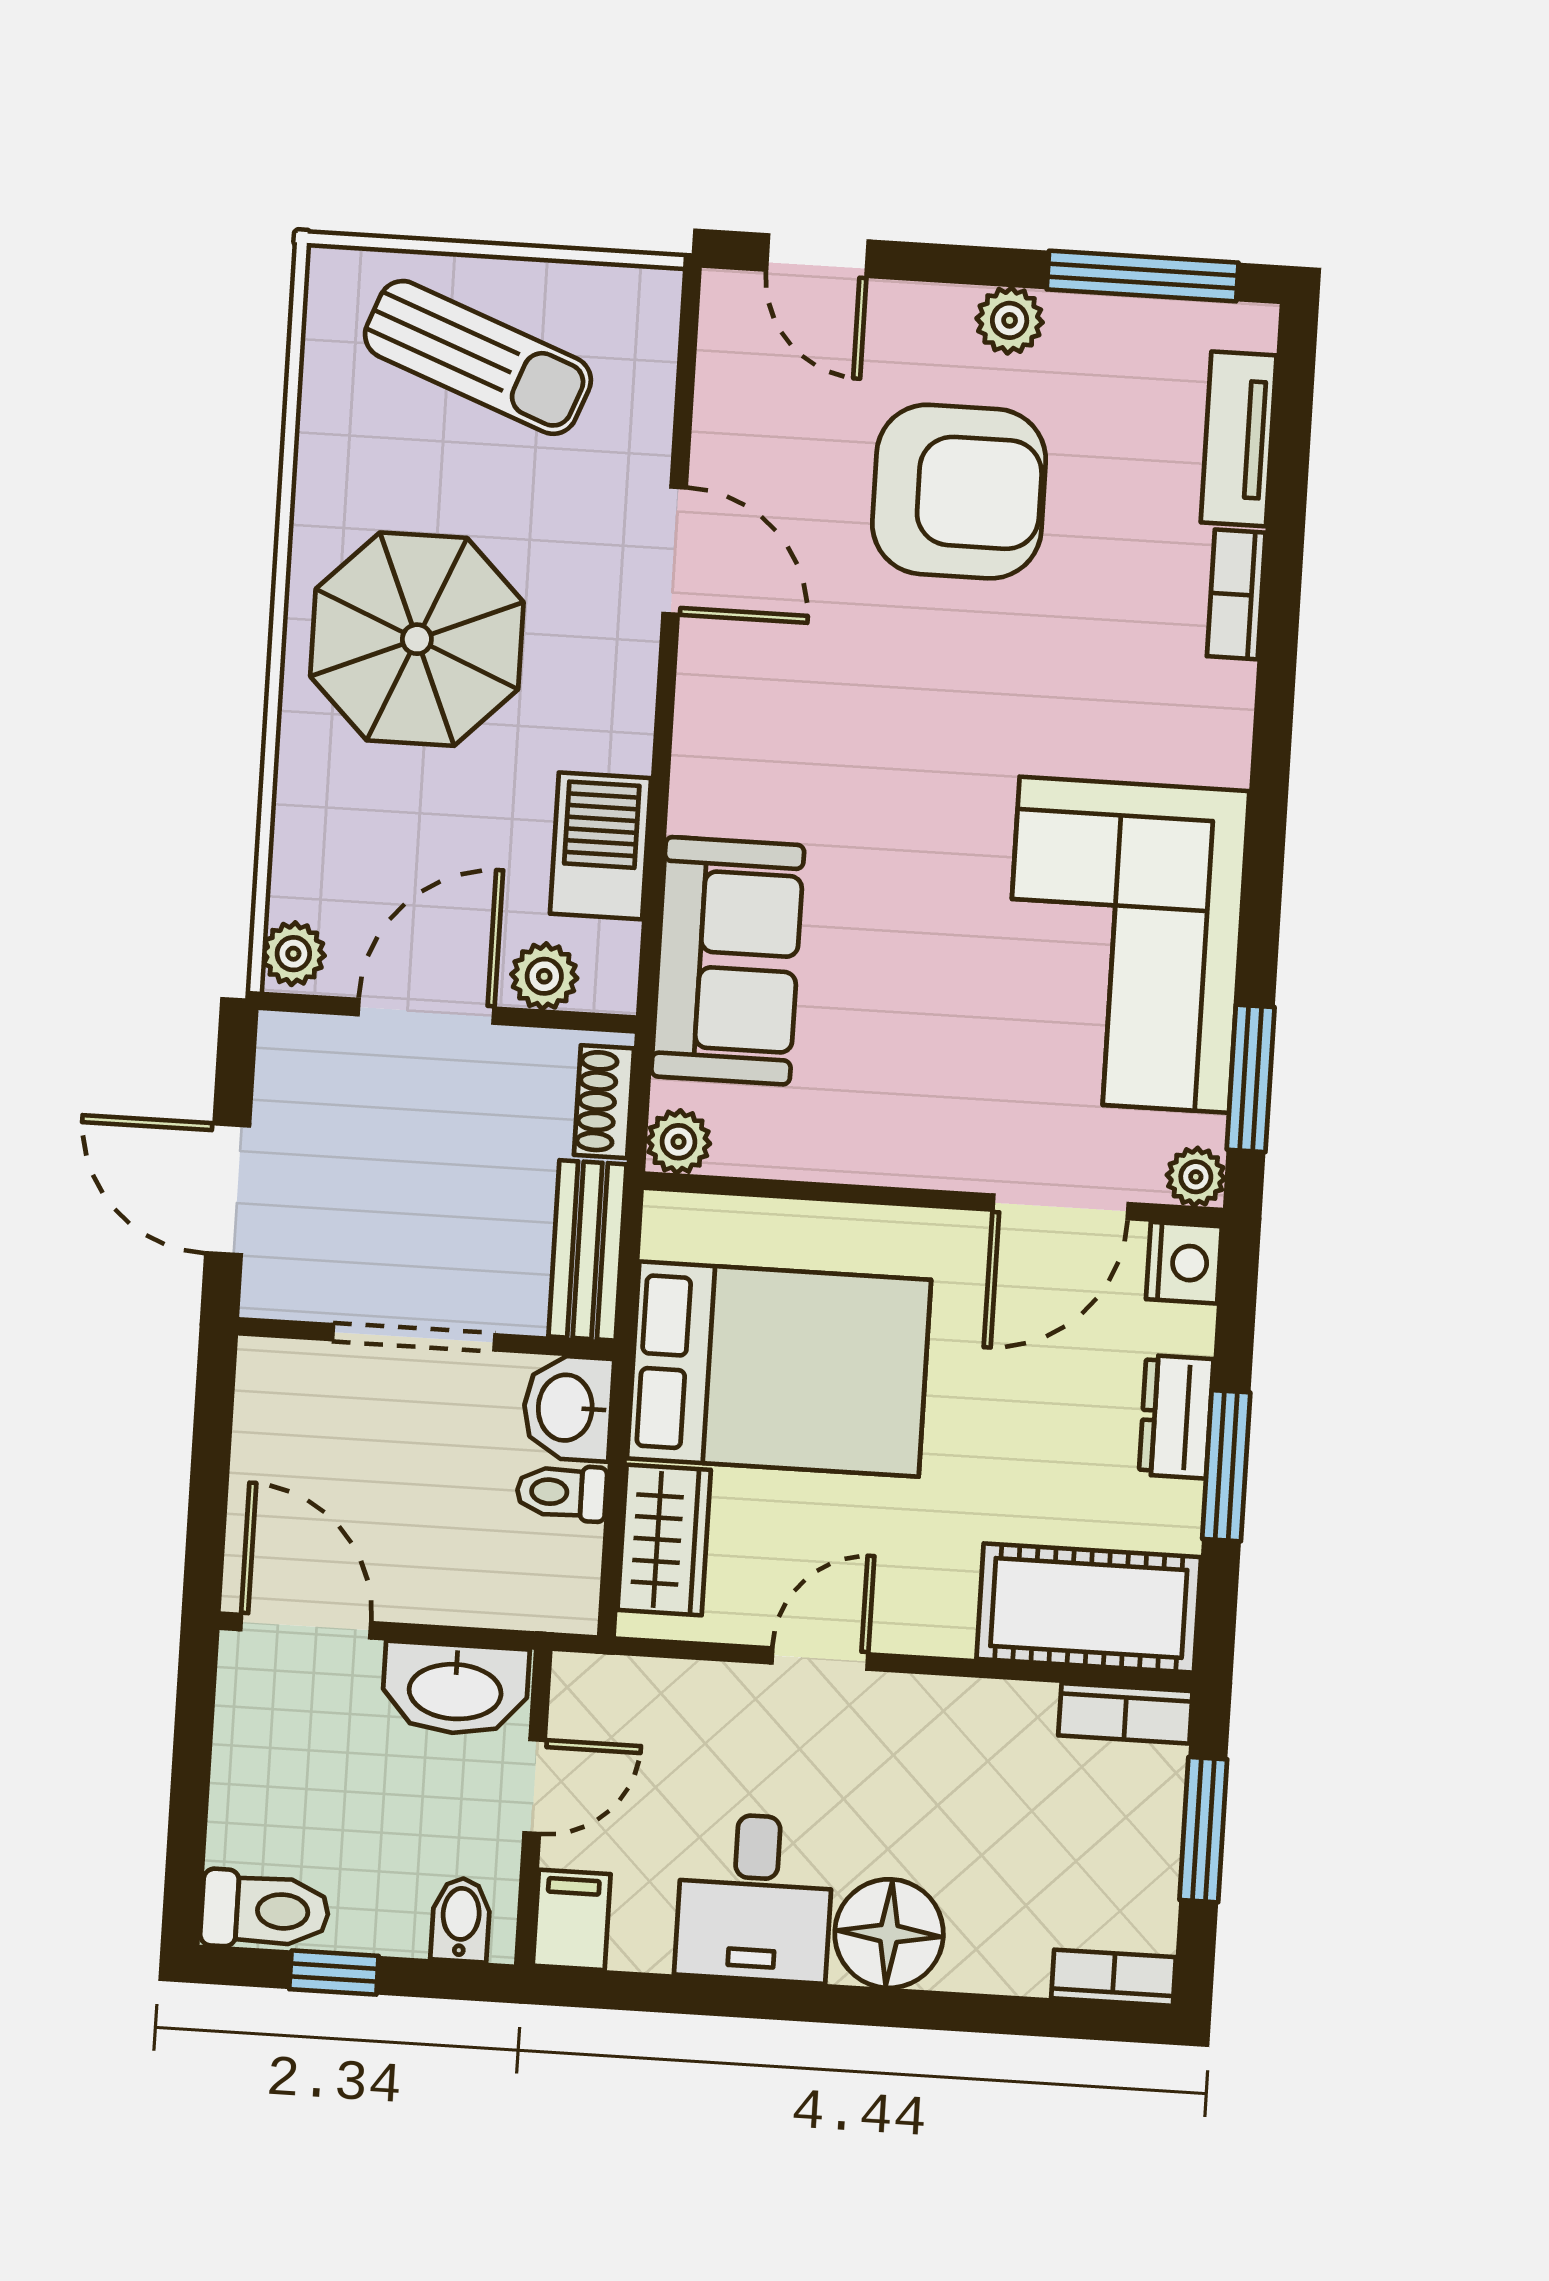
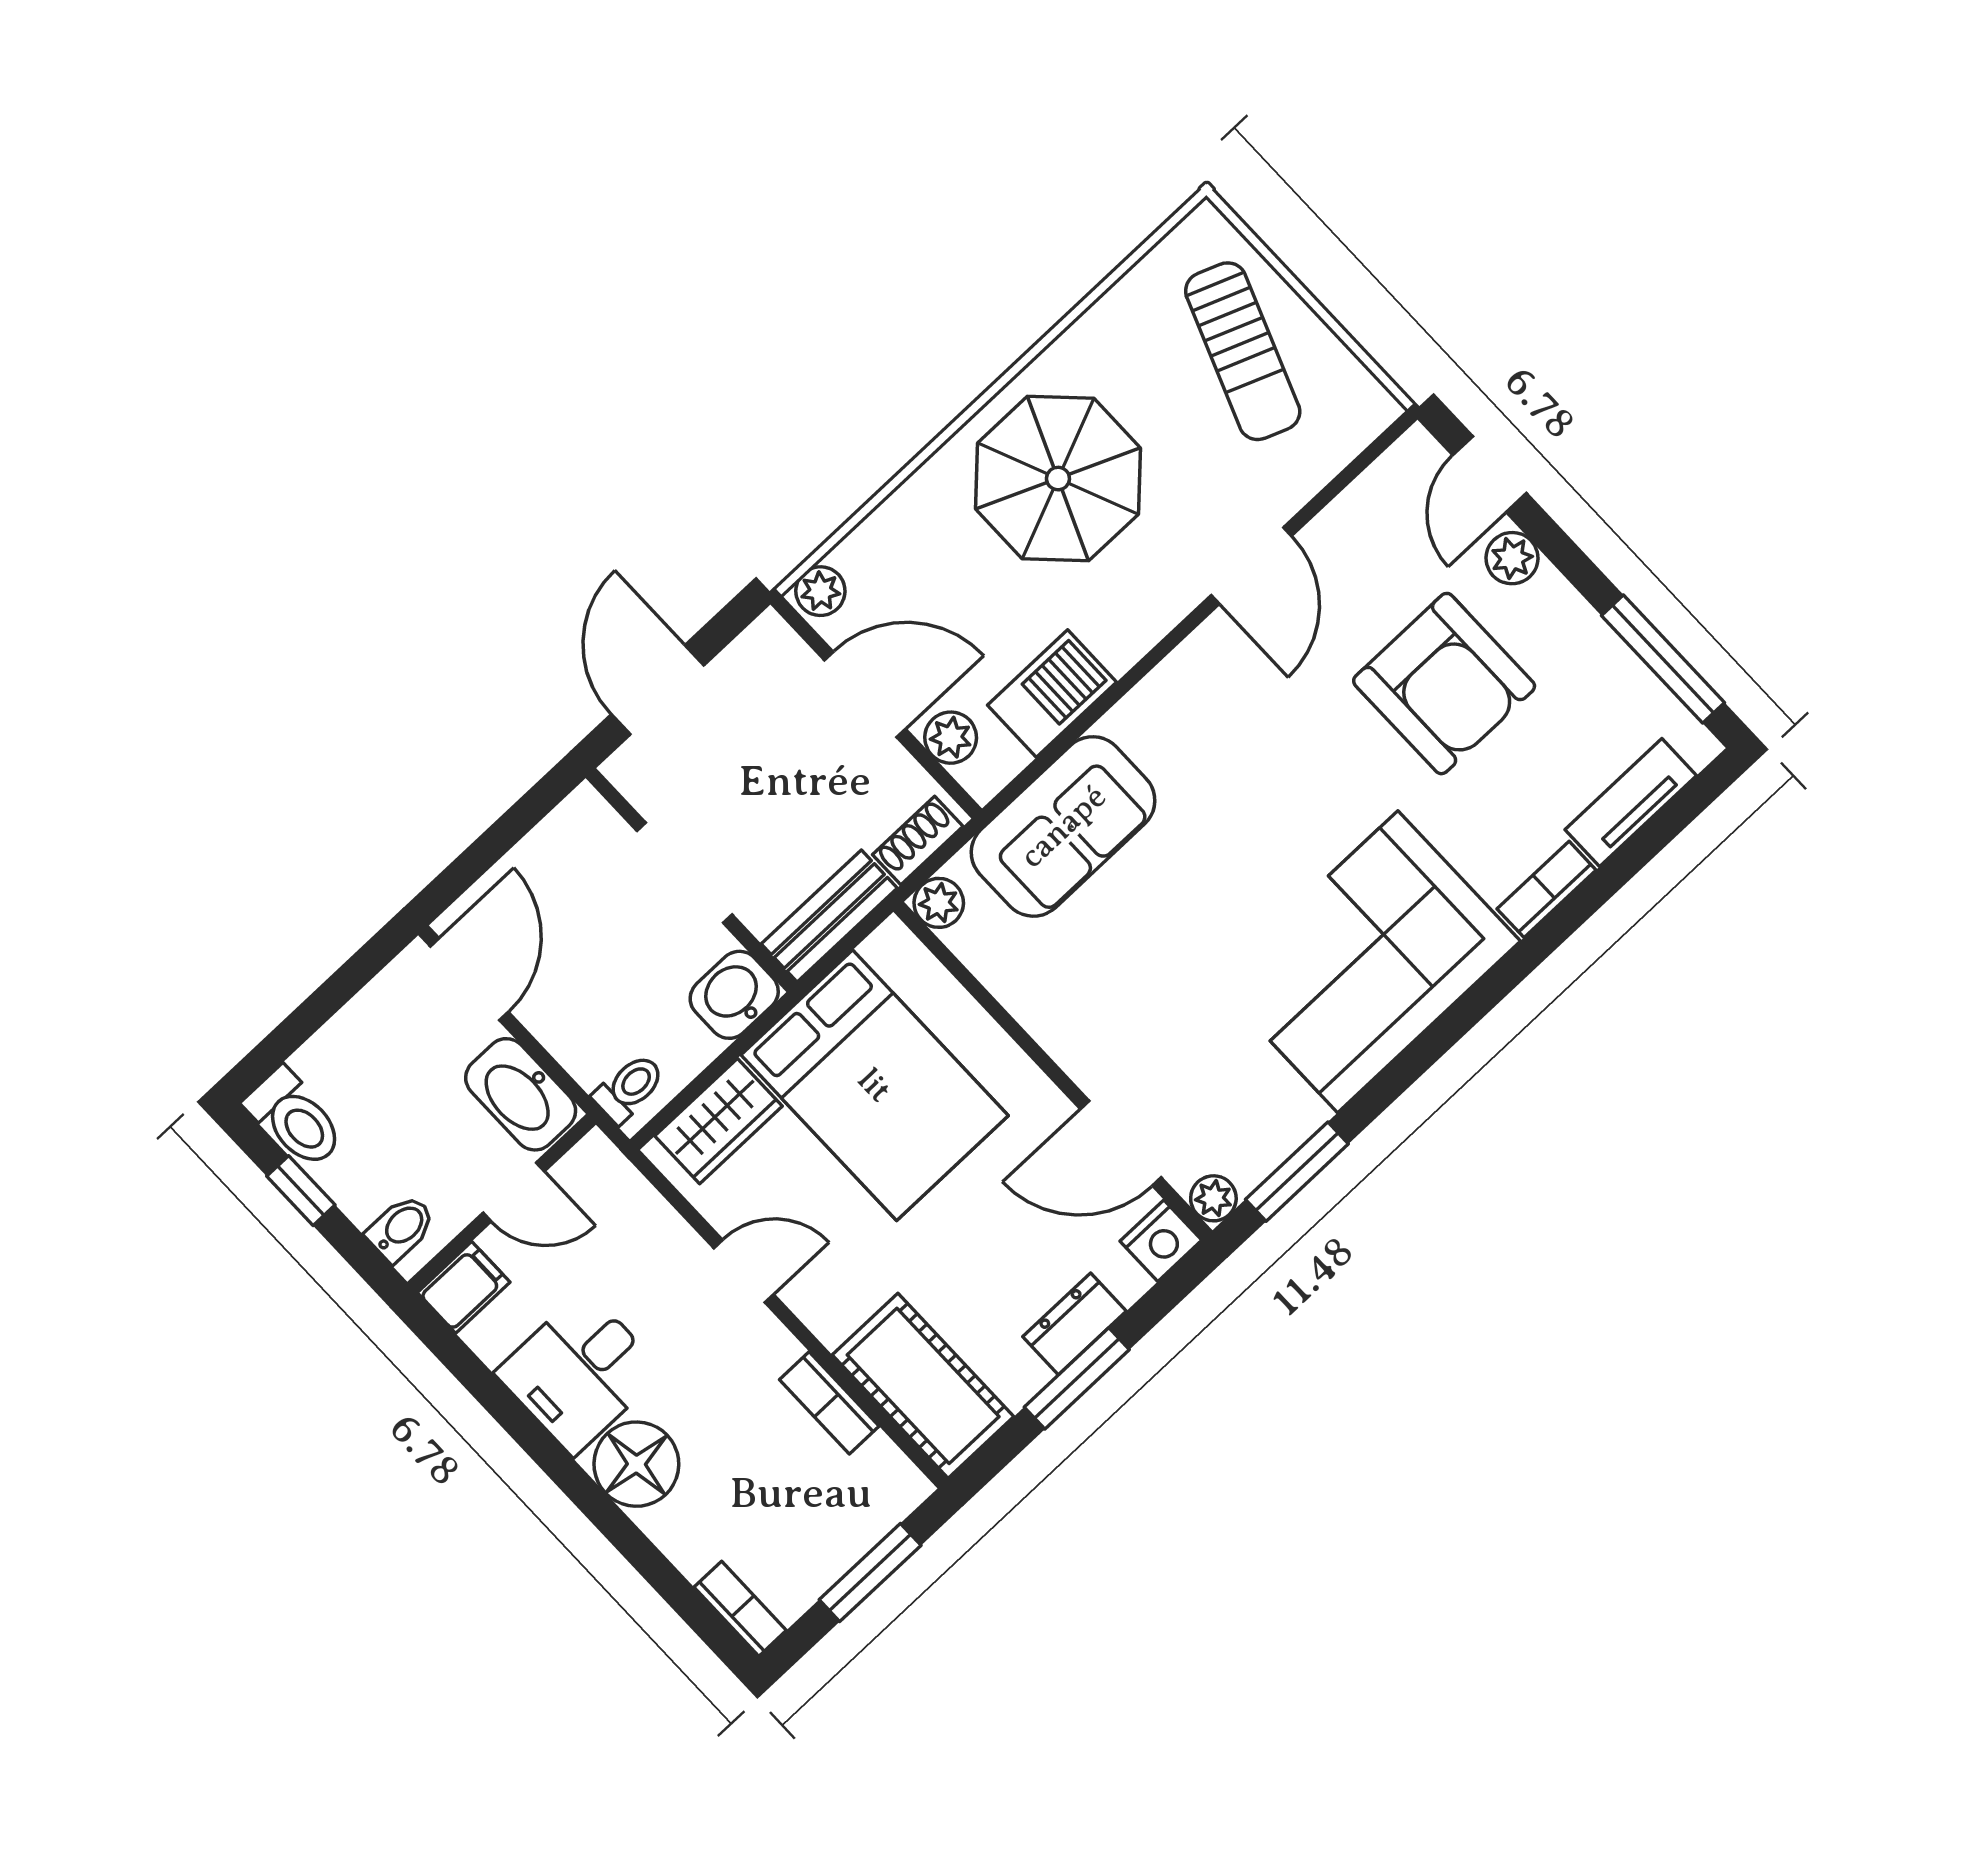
plant: (1010, 320) -> (1512, 558), moved
corner sofa: (1124, 945) -> (1368, 962), moved
toilet: (562, 1492) -> (629, 1088), moved, turned 90
bookcase: (1125, 1713) -> (829, 1403), moved

